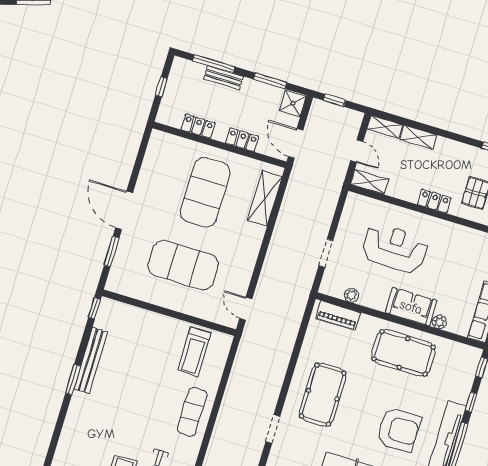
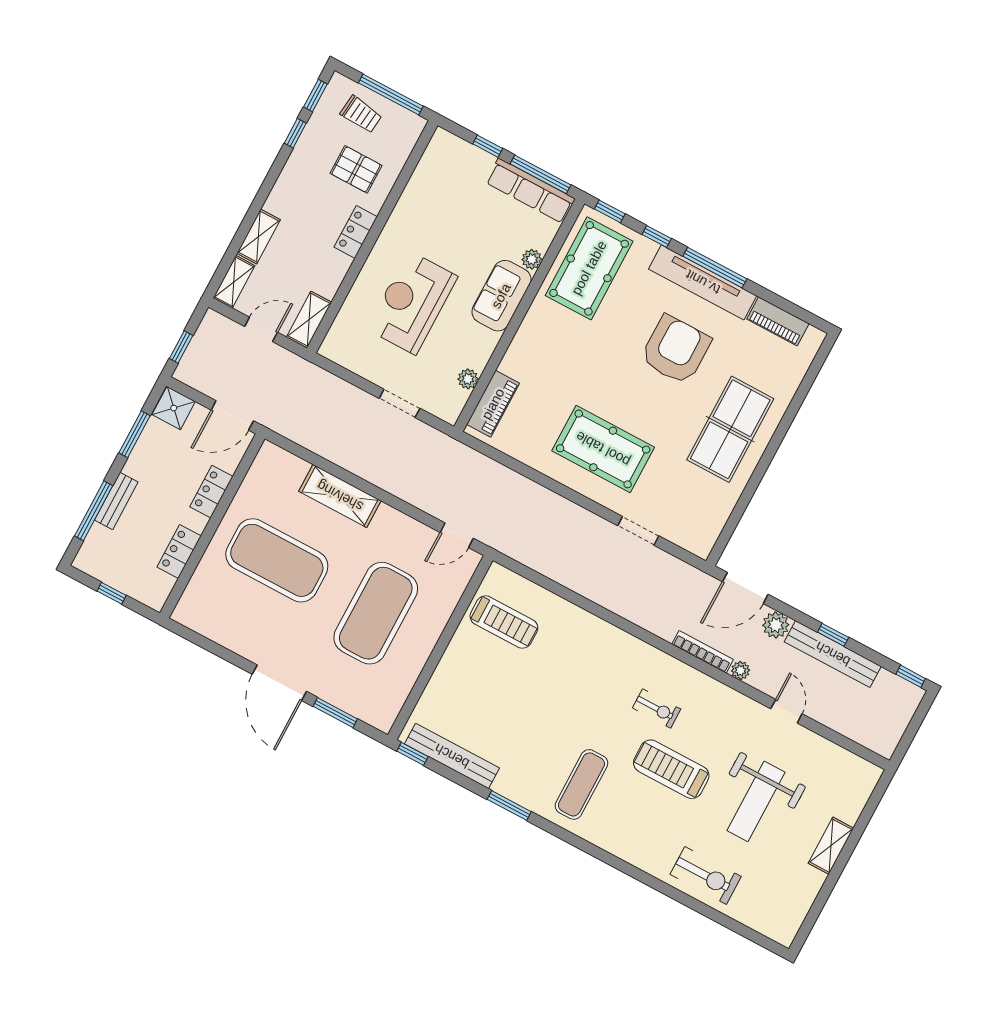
shelving: (265, 198) -> (340, 496), moved
door: (124, 210) -> (279, 683), hinge flipped
pool table: (404, 353) -> (589, 268), moved
bench: (91, 360) -> (452, 756), moved
exercise mat: (192, 412) -> (581, 784), moved, turned 90

